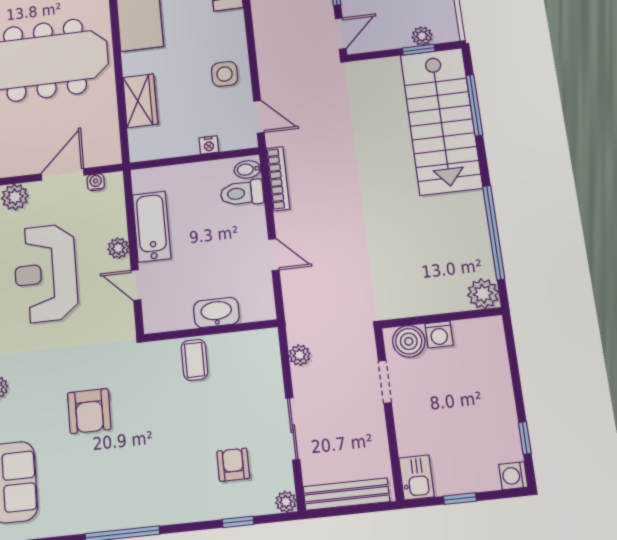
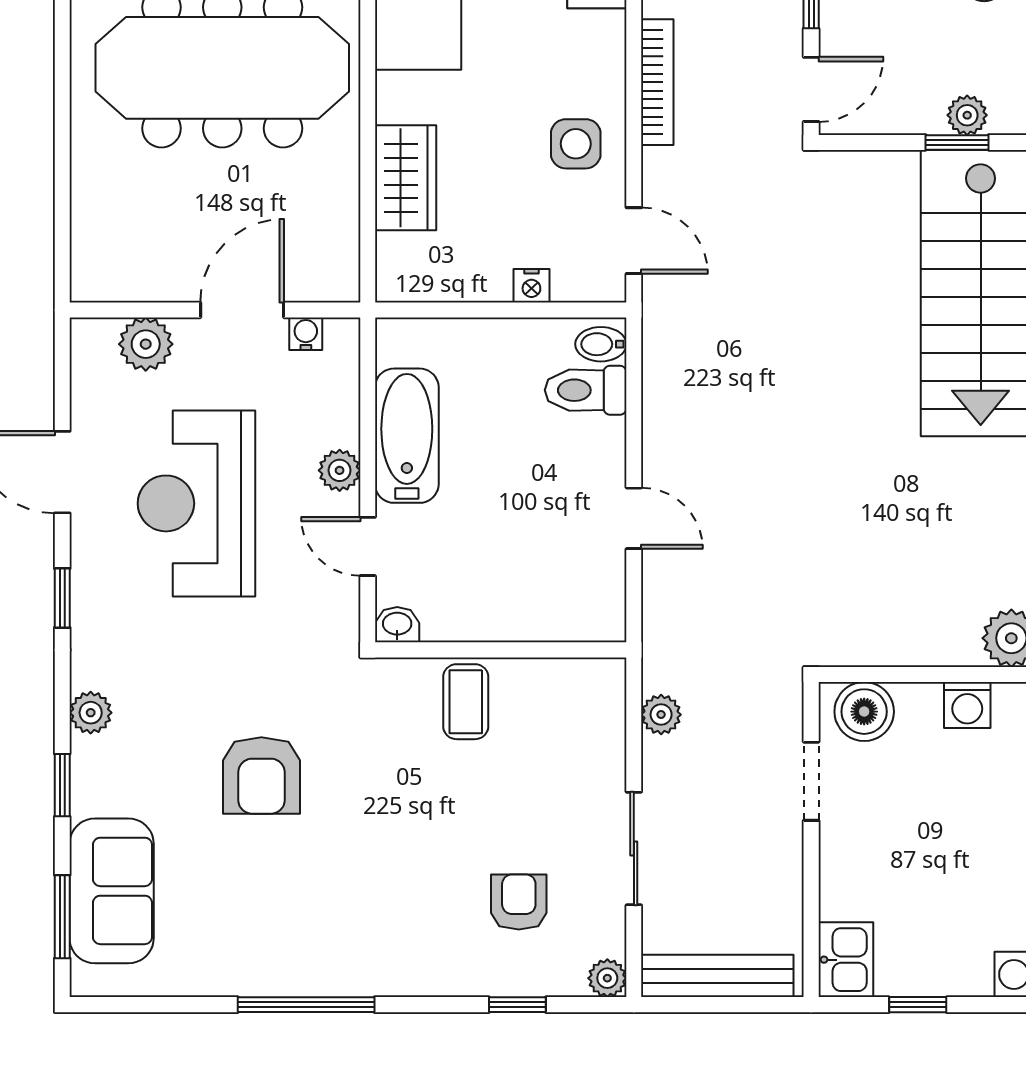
bookcase: (278, 179) -> (657, 82), moved
washbasin: (216, 312) -> (397, 625), moved, width x0.52, depth x0.69
washing machine: (439, 334) -> (967, 705), moved

